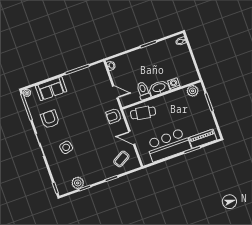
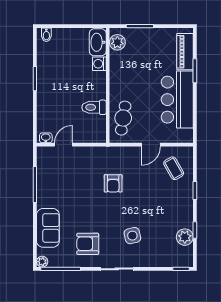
washbasin: (159, 88) -> (98, 42), moved
door: (115, 92) -> (63, 145), moved
armchair: (114, 116) -> (113, 183), moved

